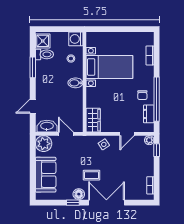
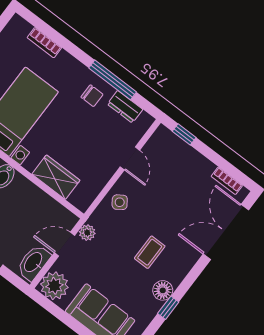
window: (157, 99) -> (113, 80), width x0.68
wardrobe: (93, 120) -> (56, 177), moved
plant: (149, 140) -> (87, 233), moved
double door: (106, 203) -> (226, 232), moved

